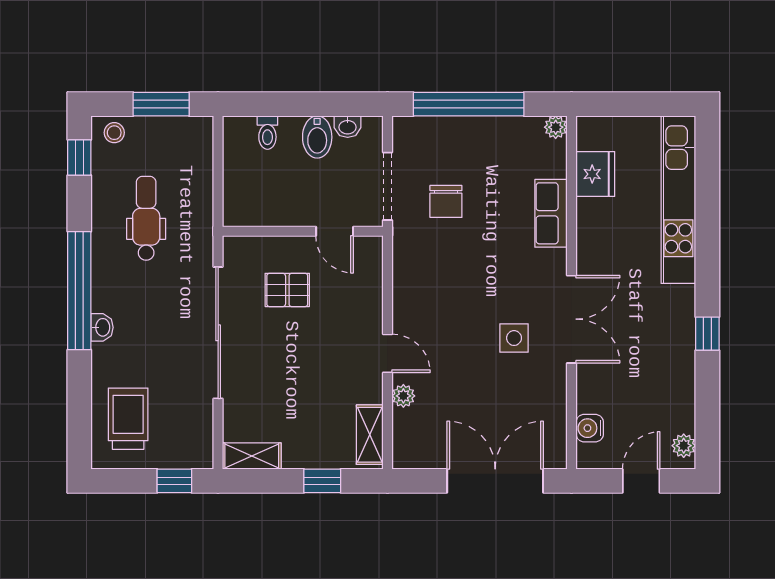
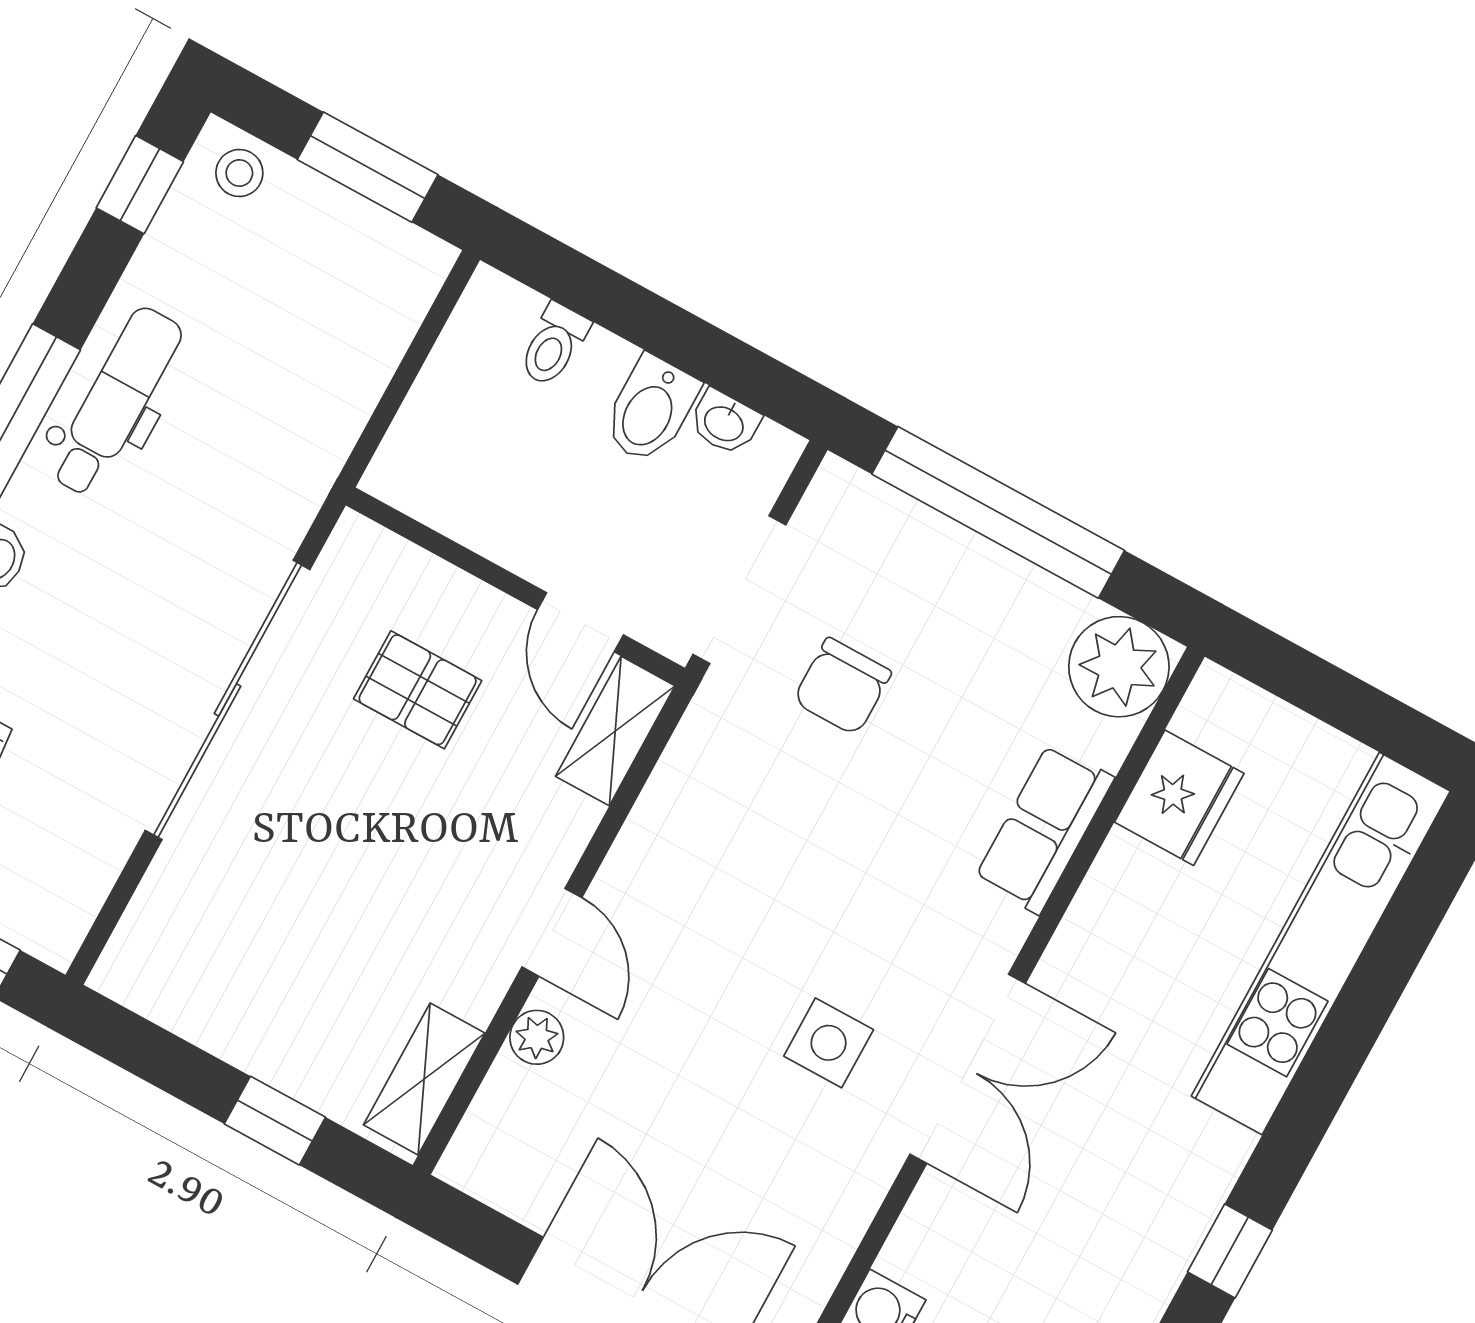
plant: (556, 127) -> (1119, 667), width x1.88, depth x1.88
dental chair: (146, 218) -> (116, 402), moved
shelving: (252, 456) -> (615, 731), moved, turned 90

